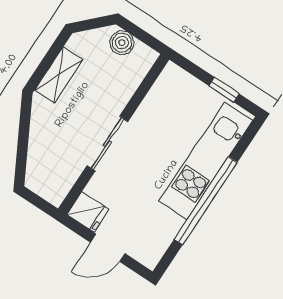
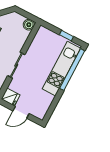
boiler: (122, 43) -> (29, 25), moved
window: (206, 201) -> (72, 70), moved

